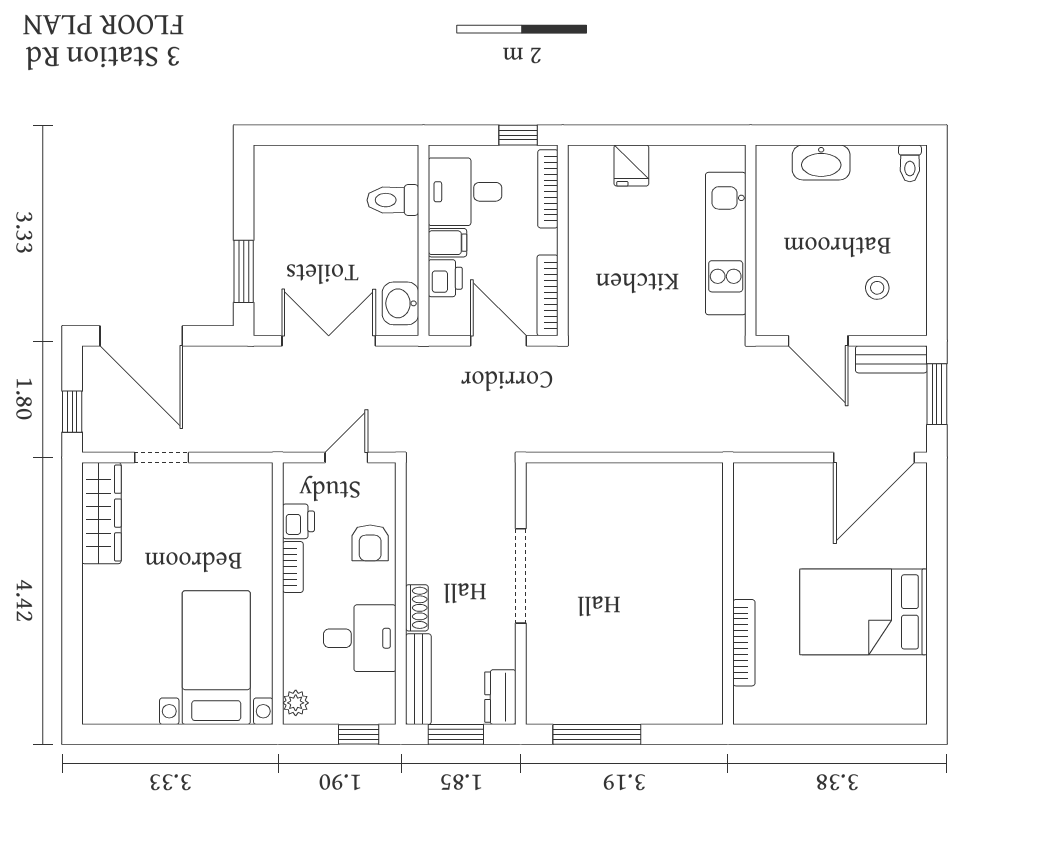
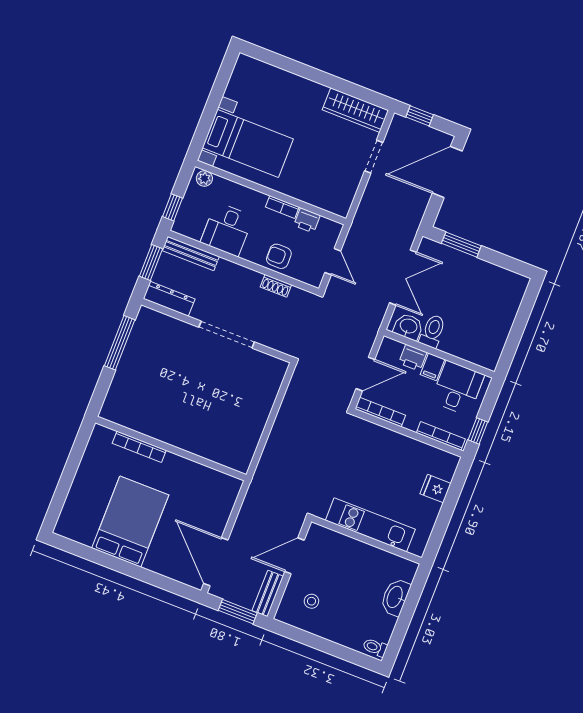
toilet: (393, 200) -> (433, 331), moved
shoe rack: (417, 608) -> (276, 286), moved
dresser: (500, 697) -> (169, 299), width x1.44

